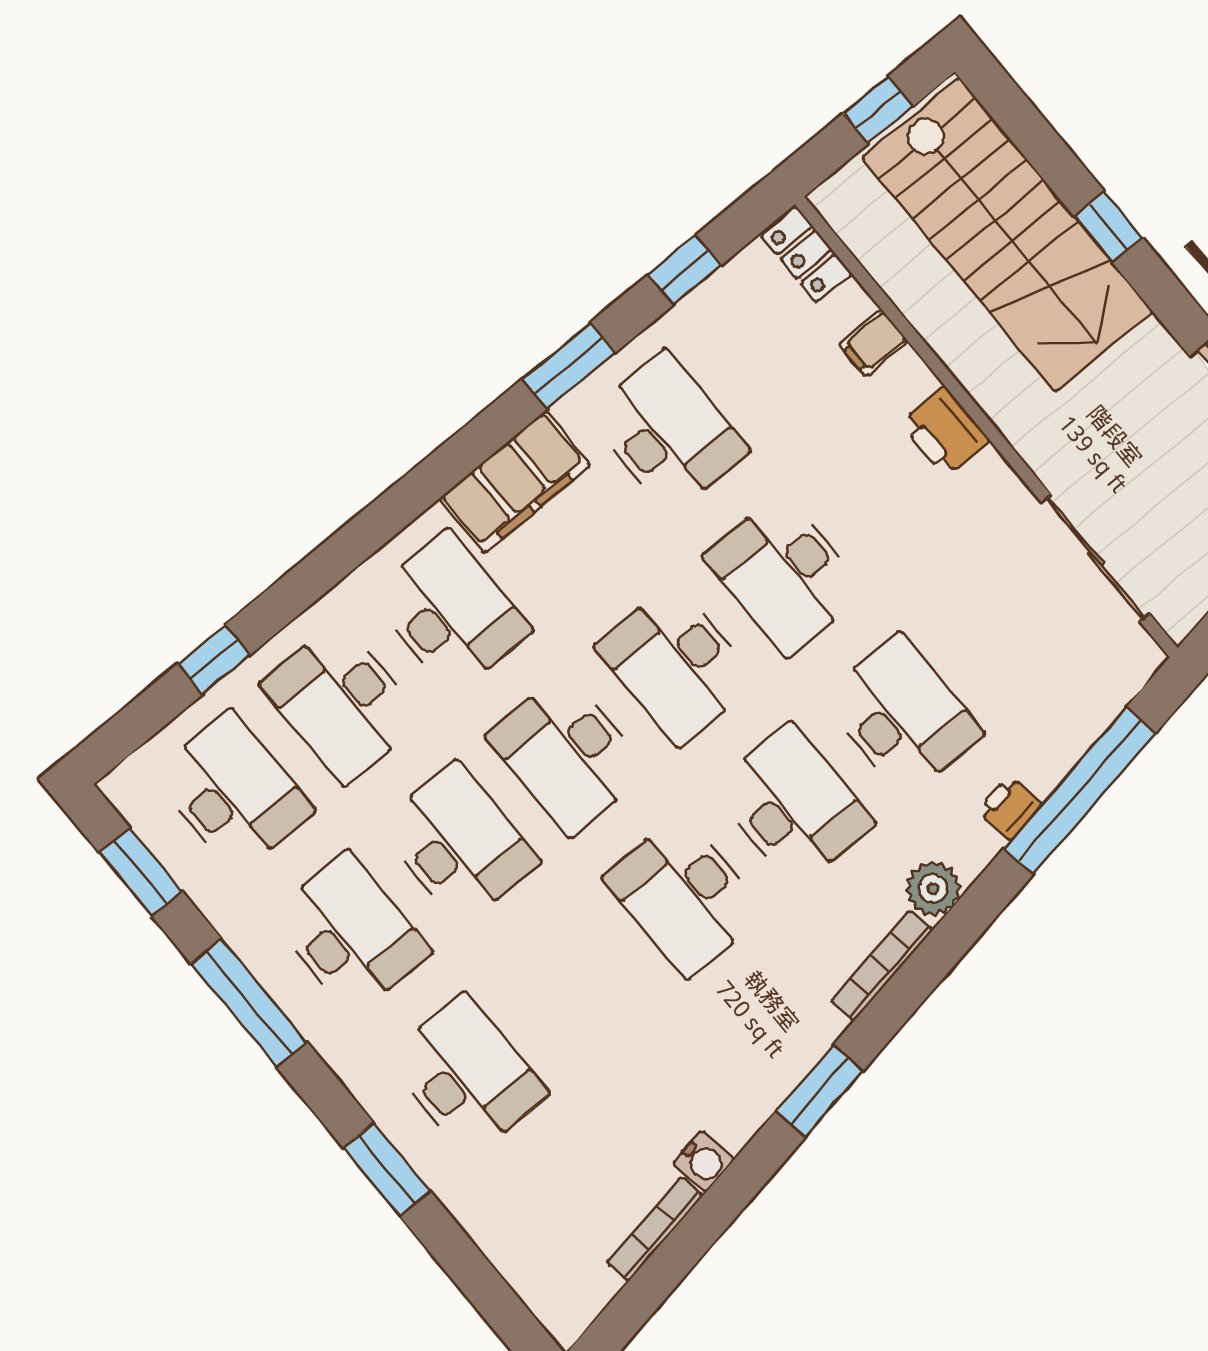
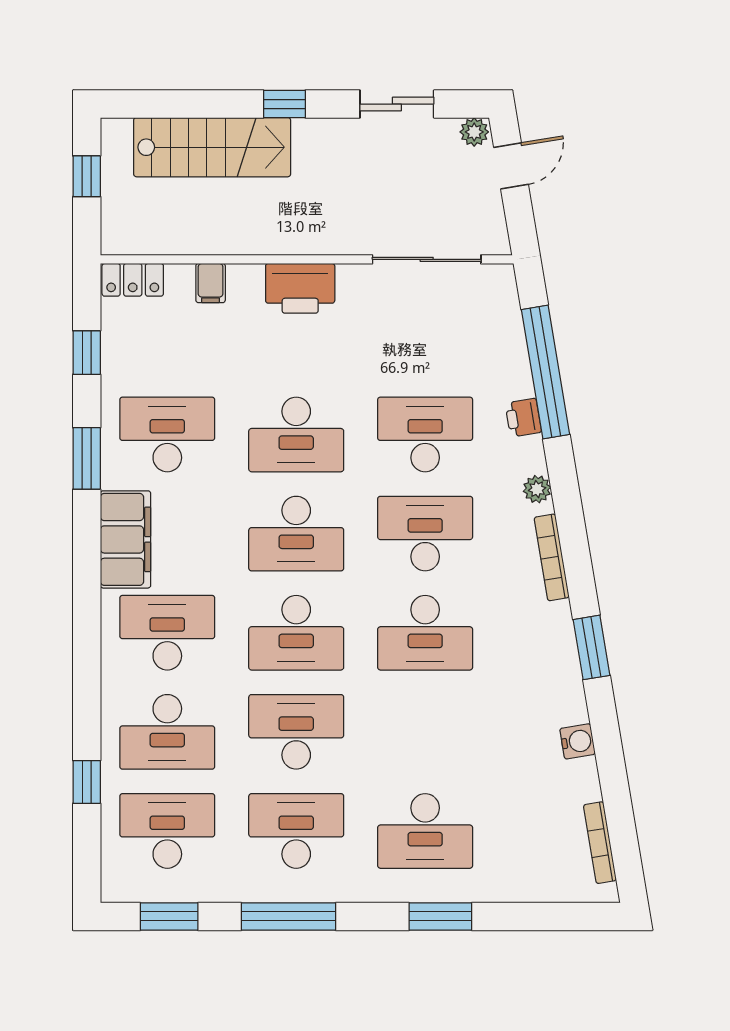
window: (1108, 227) -> (284, 104), moved
stairs: (1007, 235) -> (212, 147), width x0.73, depth x0.66
printer: (945, 432) -> (300, 288), width x1.37, depth x1.19
plant: (933, 889) -> (537, 489), width x0.73, depth x0.73
desk: (467, 1075) -> (425, 831), turned 180
bookcase: (655, 1229) -> (600, 843), moved

